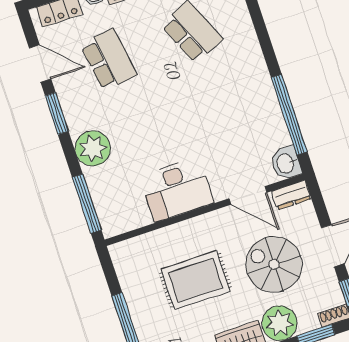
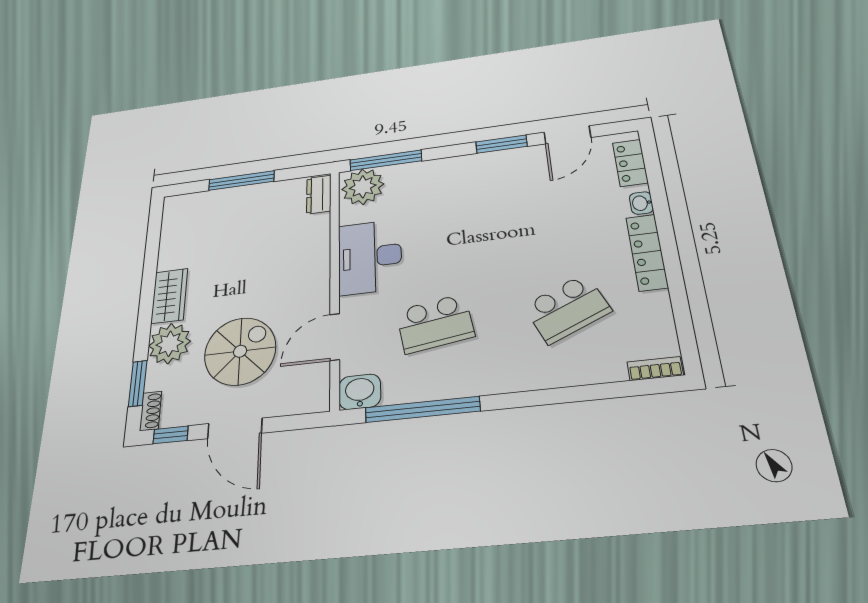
school desk: (109, 60) -> (435, 323), moved
plant: (93, 148) -> (363, 187), moved
dresser: (291, 195) -> (319, 195), moved
rug: (196, 280) -> (257, 259), removed

